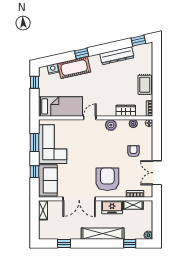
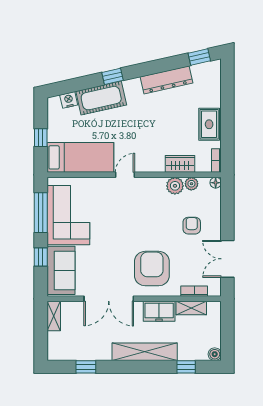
window: (35, 82) -> (41, 138), moved
plant: (111, 125) -> (175, 186), moved
window: (35, 143) -> (41, 213), width x1.44

